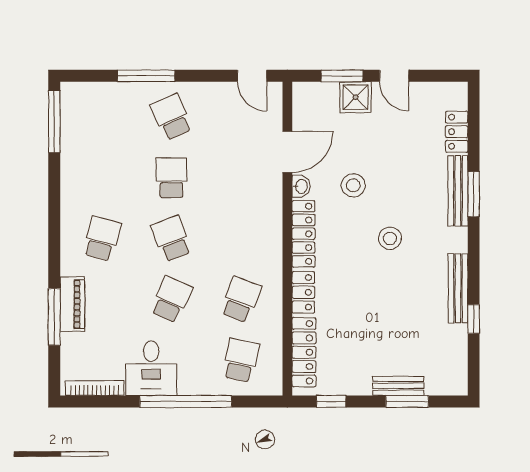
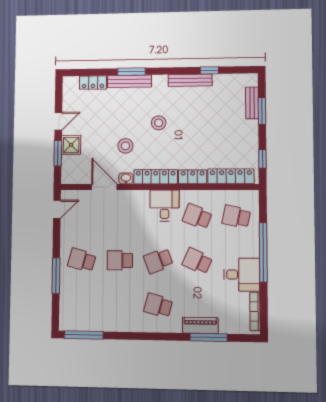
school desk: (171, 117) -> (82, 260), turned 39
desk: (258, 248) -> (165, 205), added
bench: (398, 386) -> (252, 103), moved

